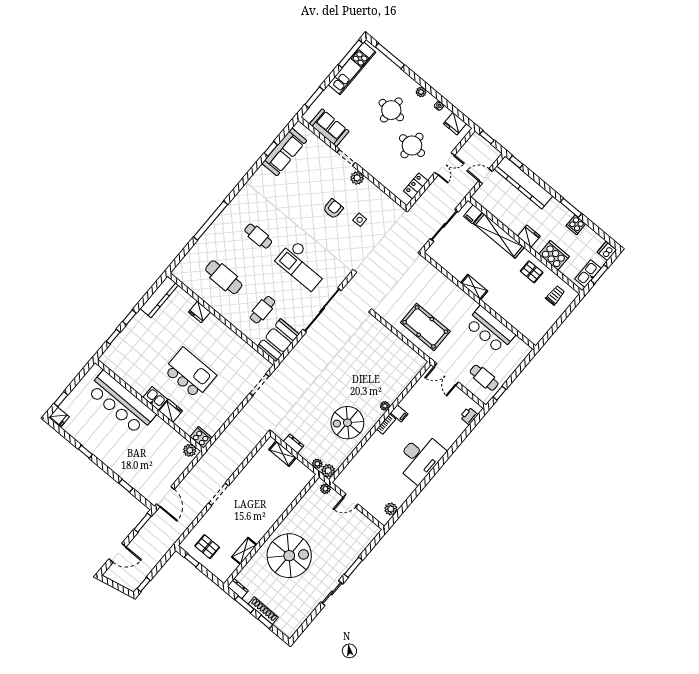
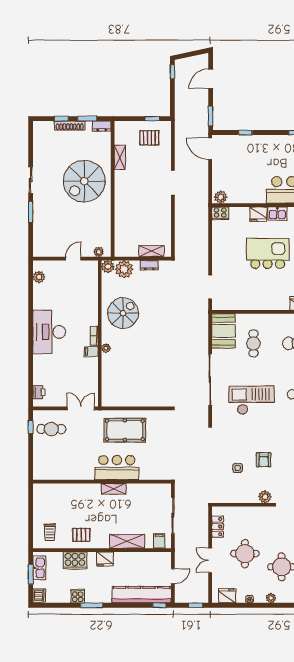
shelving: (499, 235) -> (127, 541), width x0.68
bar counter: (490, 330) -> (117, 468), moved
kitchen island: (190, 373) -> (268, 253), turned 180
plant: (317, 464) -> (124, 269), width x1.88, depth x1.88

